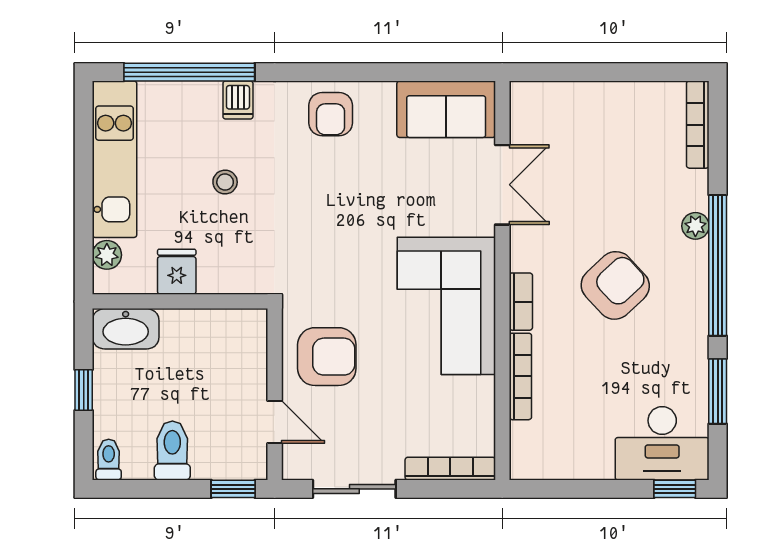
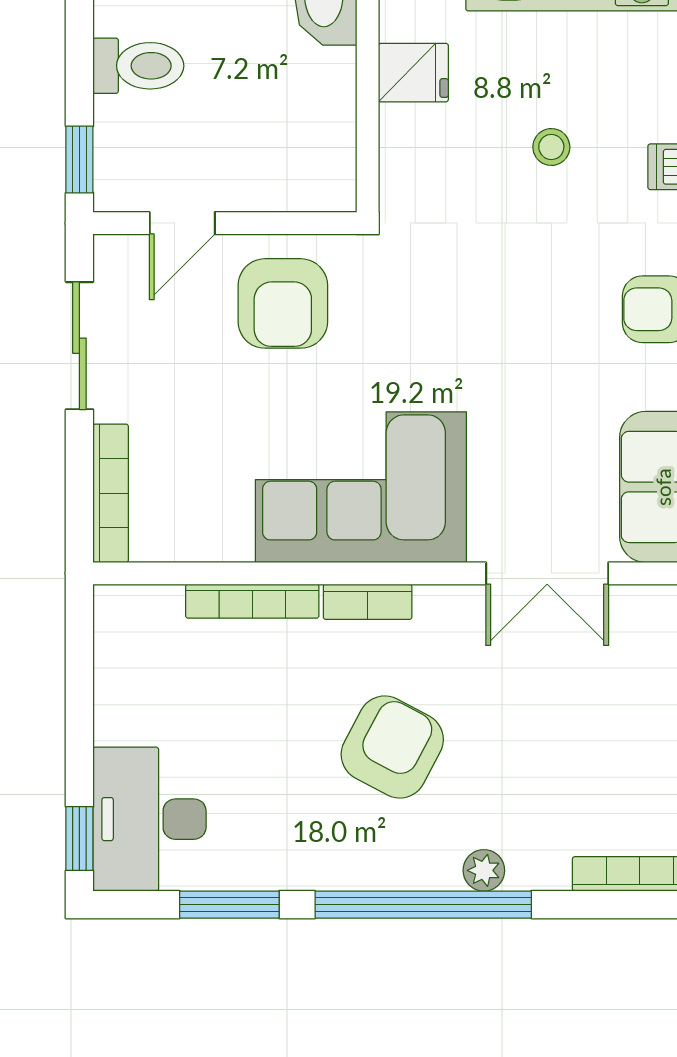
armchair: (615, 285) -> (392, 747), turned -109

